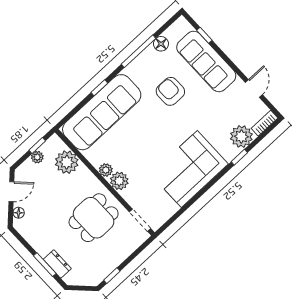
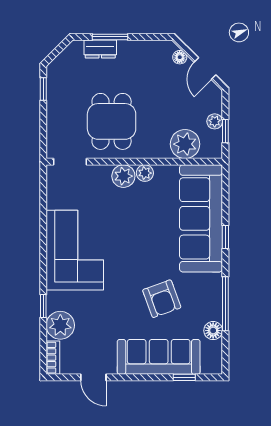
armchair: (170, 91) -> (162, 299), turned 70

